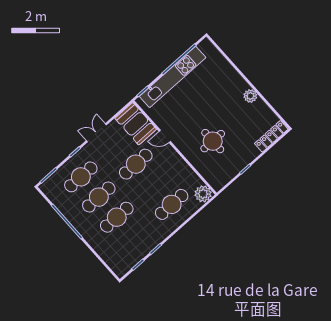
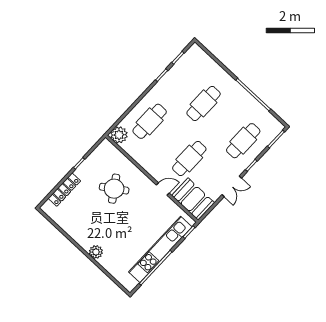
plant: (250, 96) -> (96, 252), moved
locker: (271, 136) -> (64, 190), moved
round table: (213, 141) -> (114, 189), turned -34
cafe table: (99, 197) -> (223, 122), removed

